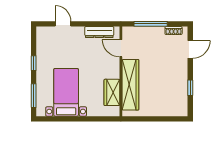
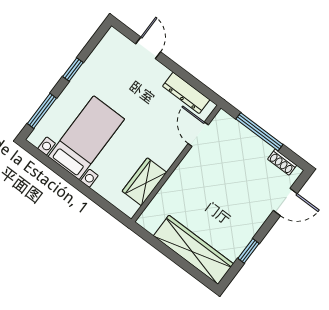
wardrobe: (130, 85) -> (193, 250), moved, turned -90

